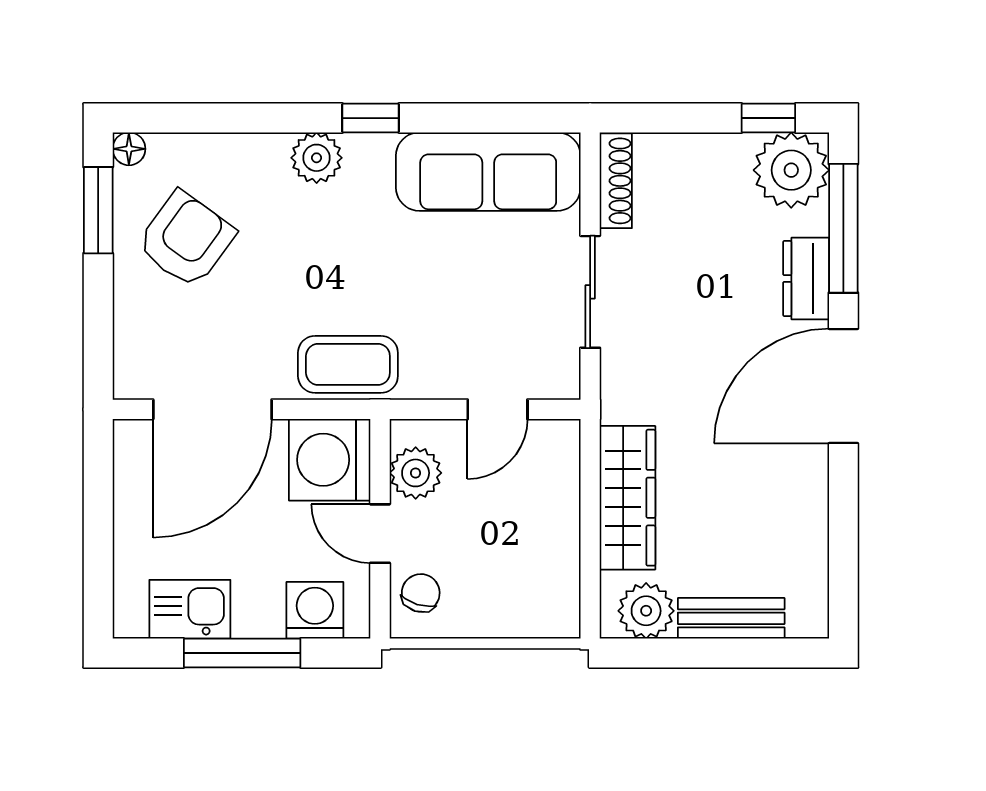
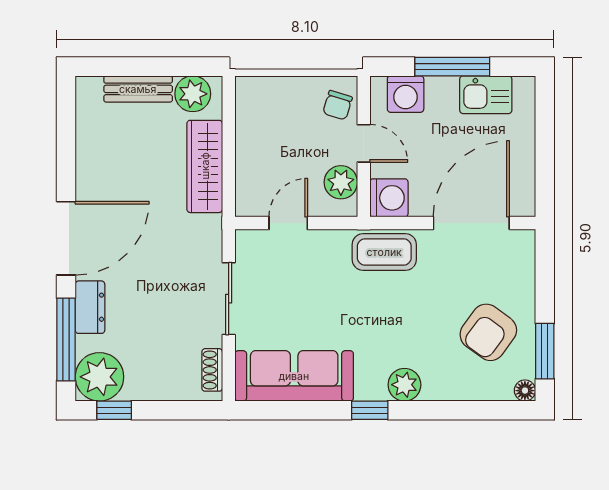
shoe rack: (616, 181) -> (212, 370), width x0.70
washing machine: (330, 460) -> (389, 198), width x0.73, depth x0.73

